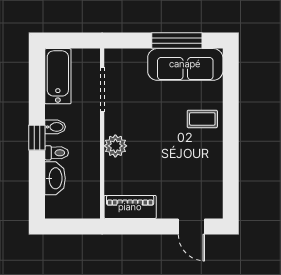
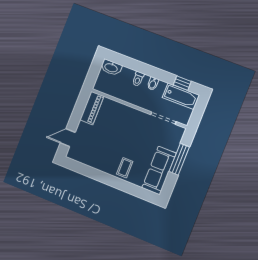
window: (177, 41) -> (179, 159), moved
window: (37, 138) -> (182, 83), moved
plant: (115, 146) -> (129, 113), removed
washbasin: (55, 178) -> (111, 67), moved

